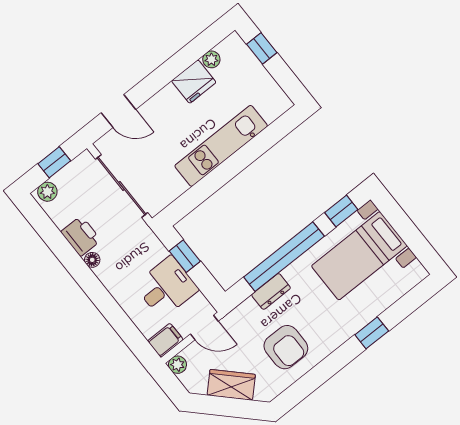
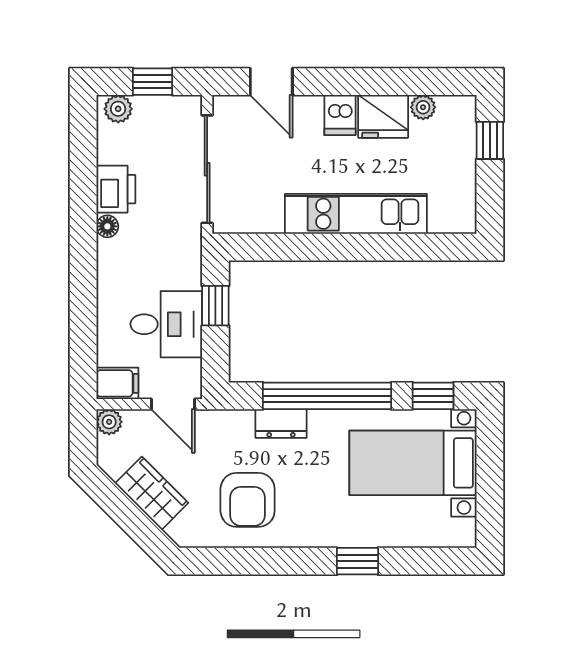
dishwasher: (170, 99) -> (340, 115), added

